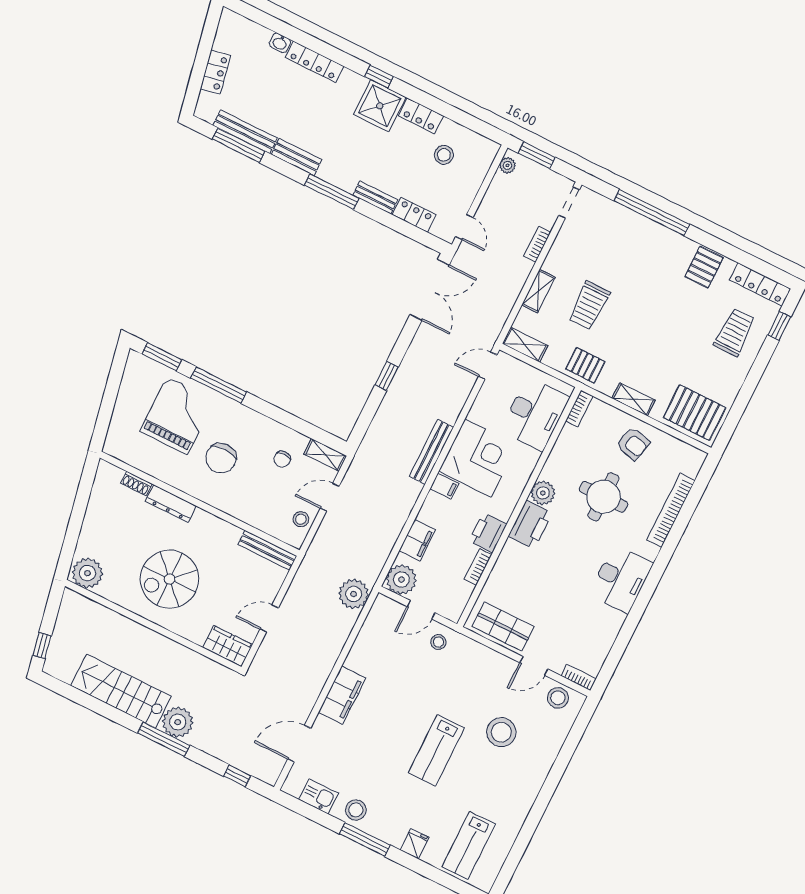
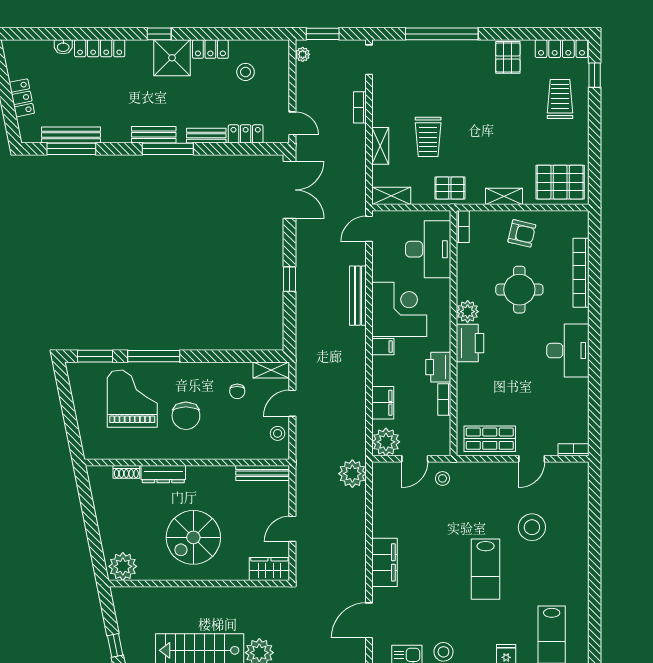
bench: (296, 157) -> (154, 135), moved
bench: (431, 452) -> (358, 296), moved
stool: (558, 698) -> (565, 475), removed

